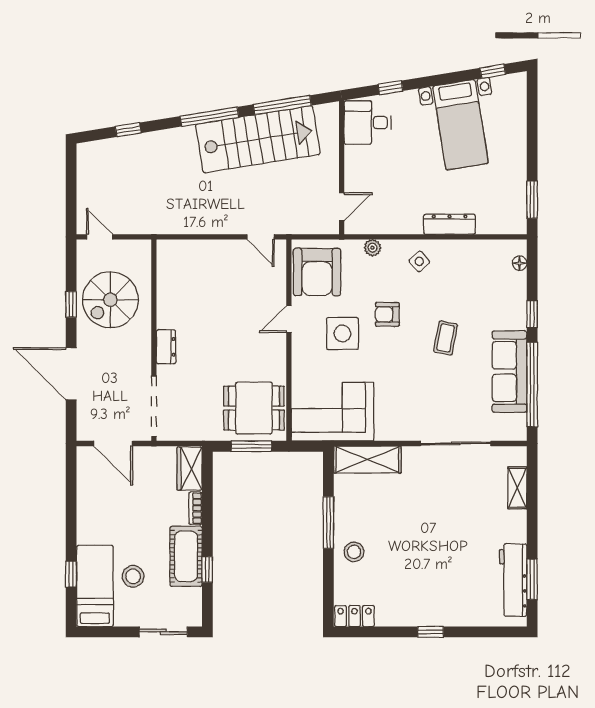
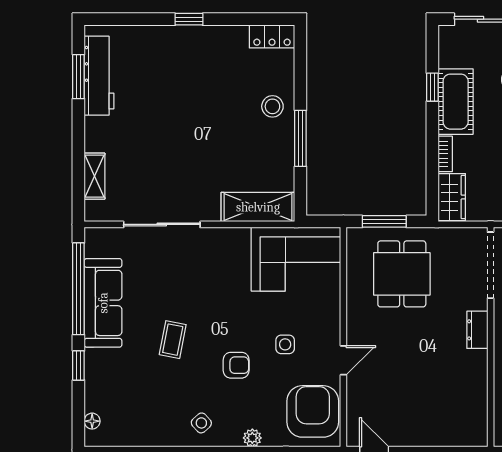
side table: (342, 333) -> (285, 344), width x0.54, depth x0.54
dining table: (254, 408) -> (402, 274), moved, turned 90

